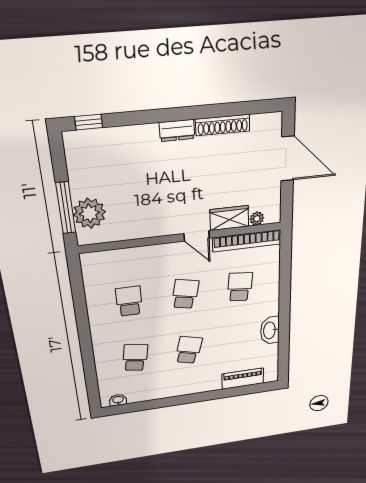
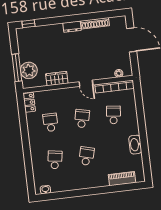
wardrobe: (229, 218) -> (57, 79), moved
locker: (91, 269) -> (29, 102), added

